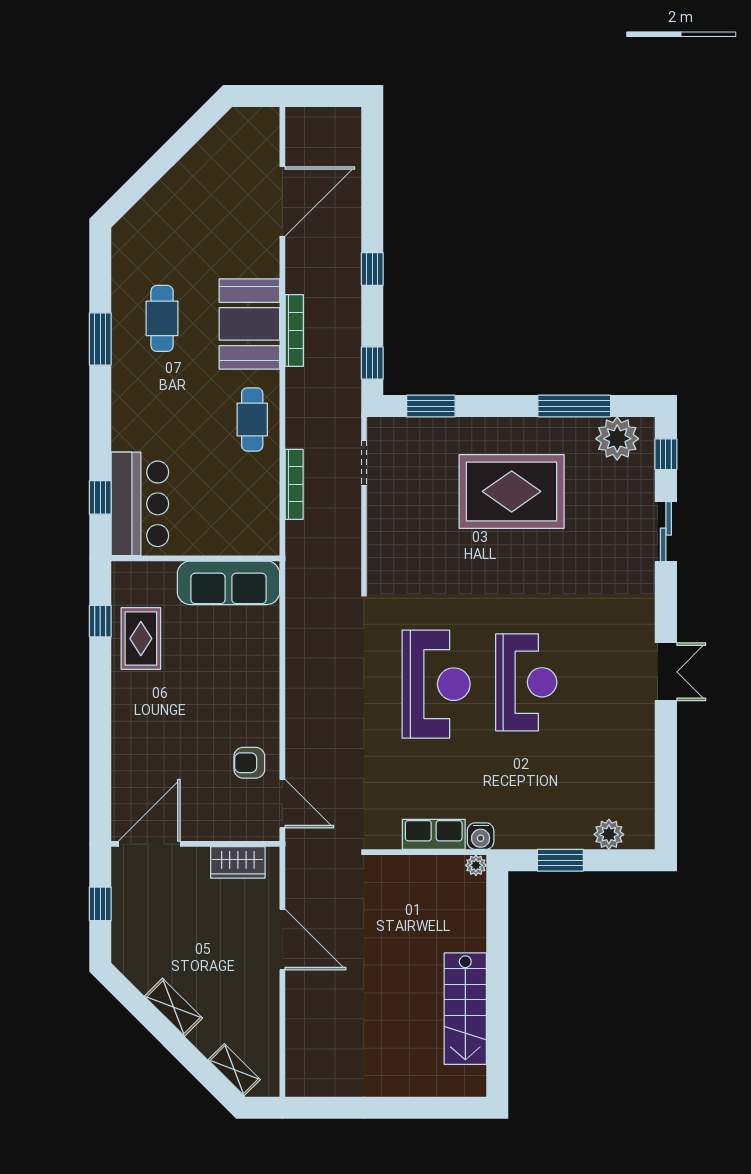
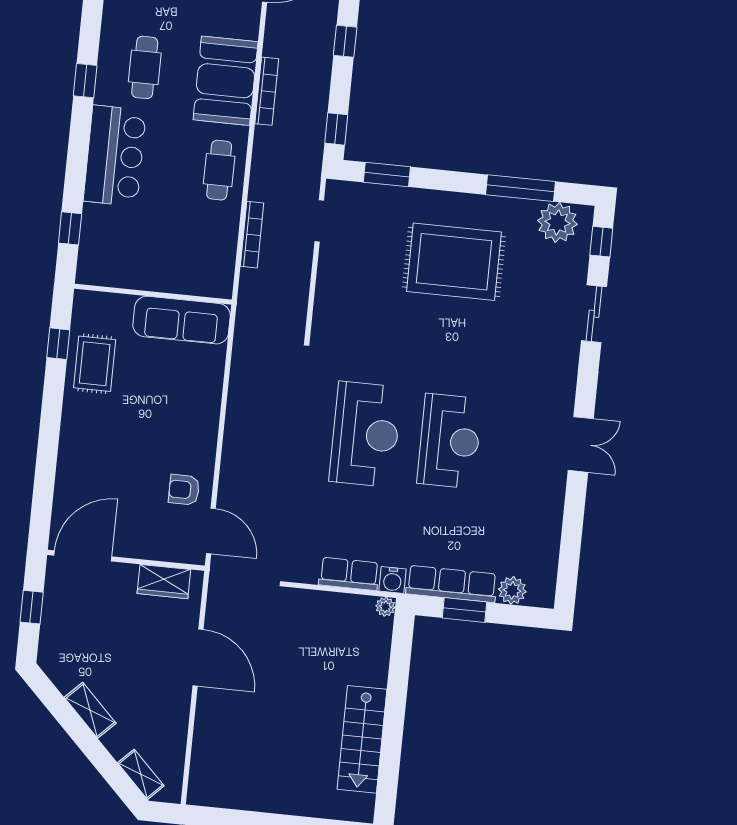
window: (100, 339) -> (85, 81), width x0.67
bar counter: (140, 504) -> (115, 156), moved
row of seats: (544, 834) -> (452, 584), added

